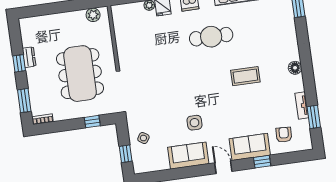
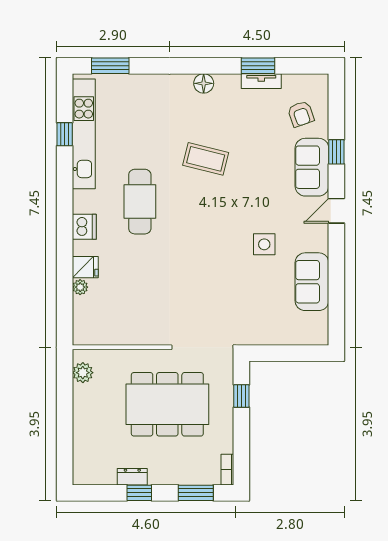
coffee table: (245, 76) -> (206, 159), turned -76
window: (314, 117) -> (258, 66), moved
armchair: (284, 135) -> (301, 114), turned -112
side table: (143, 138) -> (276, 323), removed
window: (126, 154) -> (296, 353), removed
sofa: (188, 156) -> (312, 282), moved

